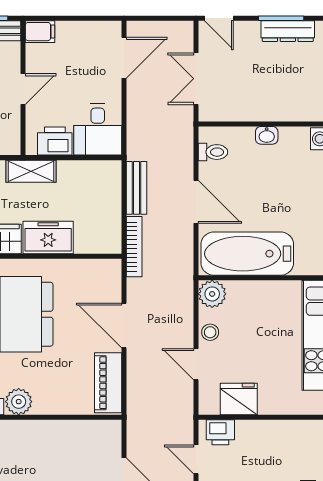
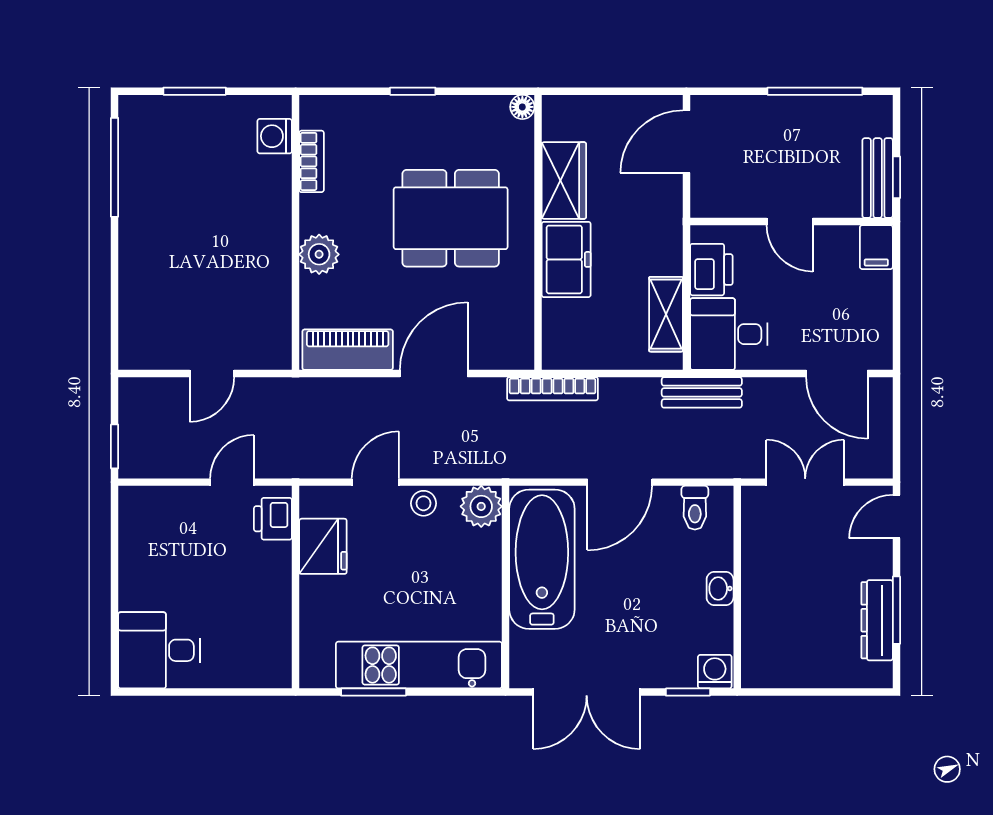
shelving: (31, 171) -> (666, 314), moved
bench: (136, 188) -> (702, 392), moved
plant: (19, 402) -> (319, 254), moved

